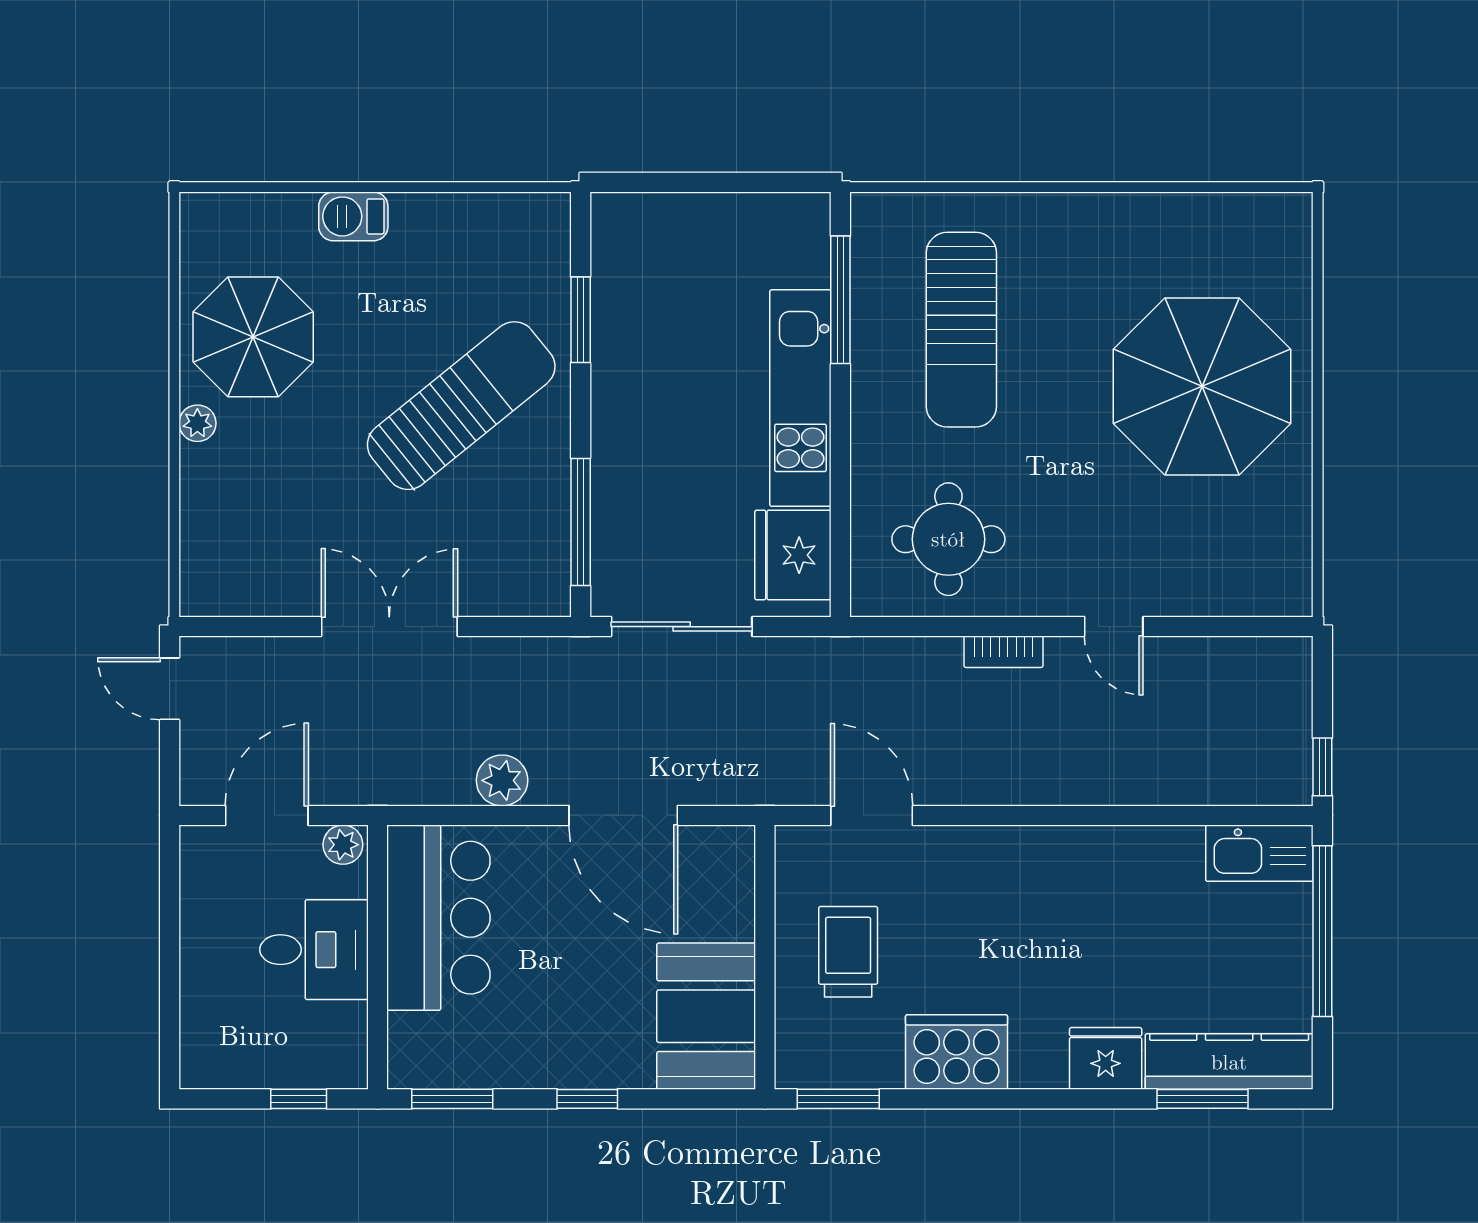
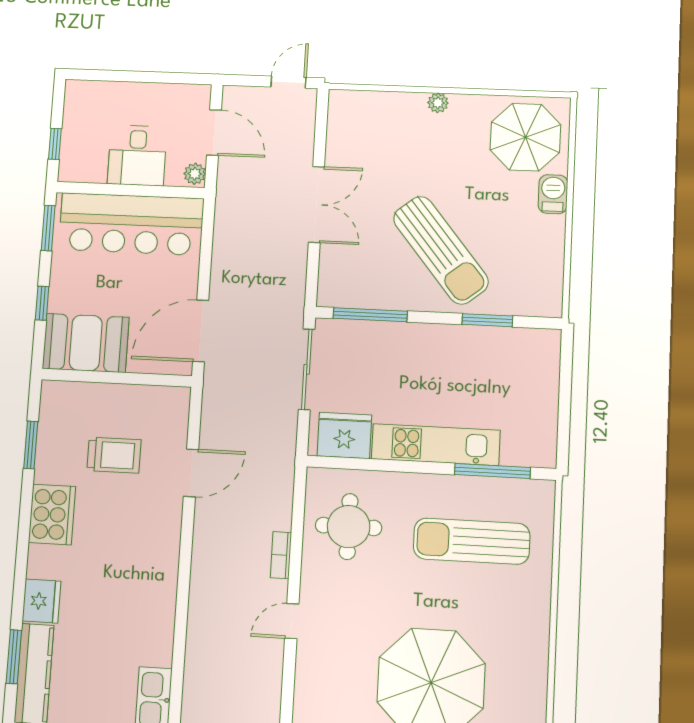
parasol: (253, 337) -> (525, 137), moved
plant: (502, 780) -> (225, 264), removed
bar counter: (438, 918) -> (131, 224), width x1.36
wall: (765, 957) -> (117, 378), moved
booth: (706, 1016) -> (86, 343), moved

